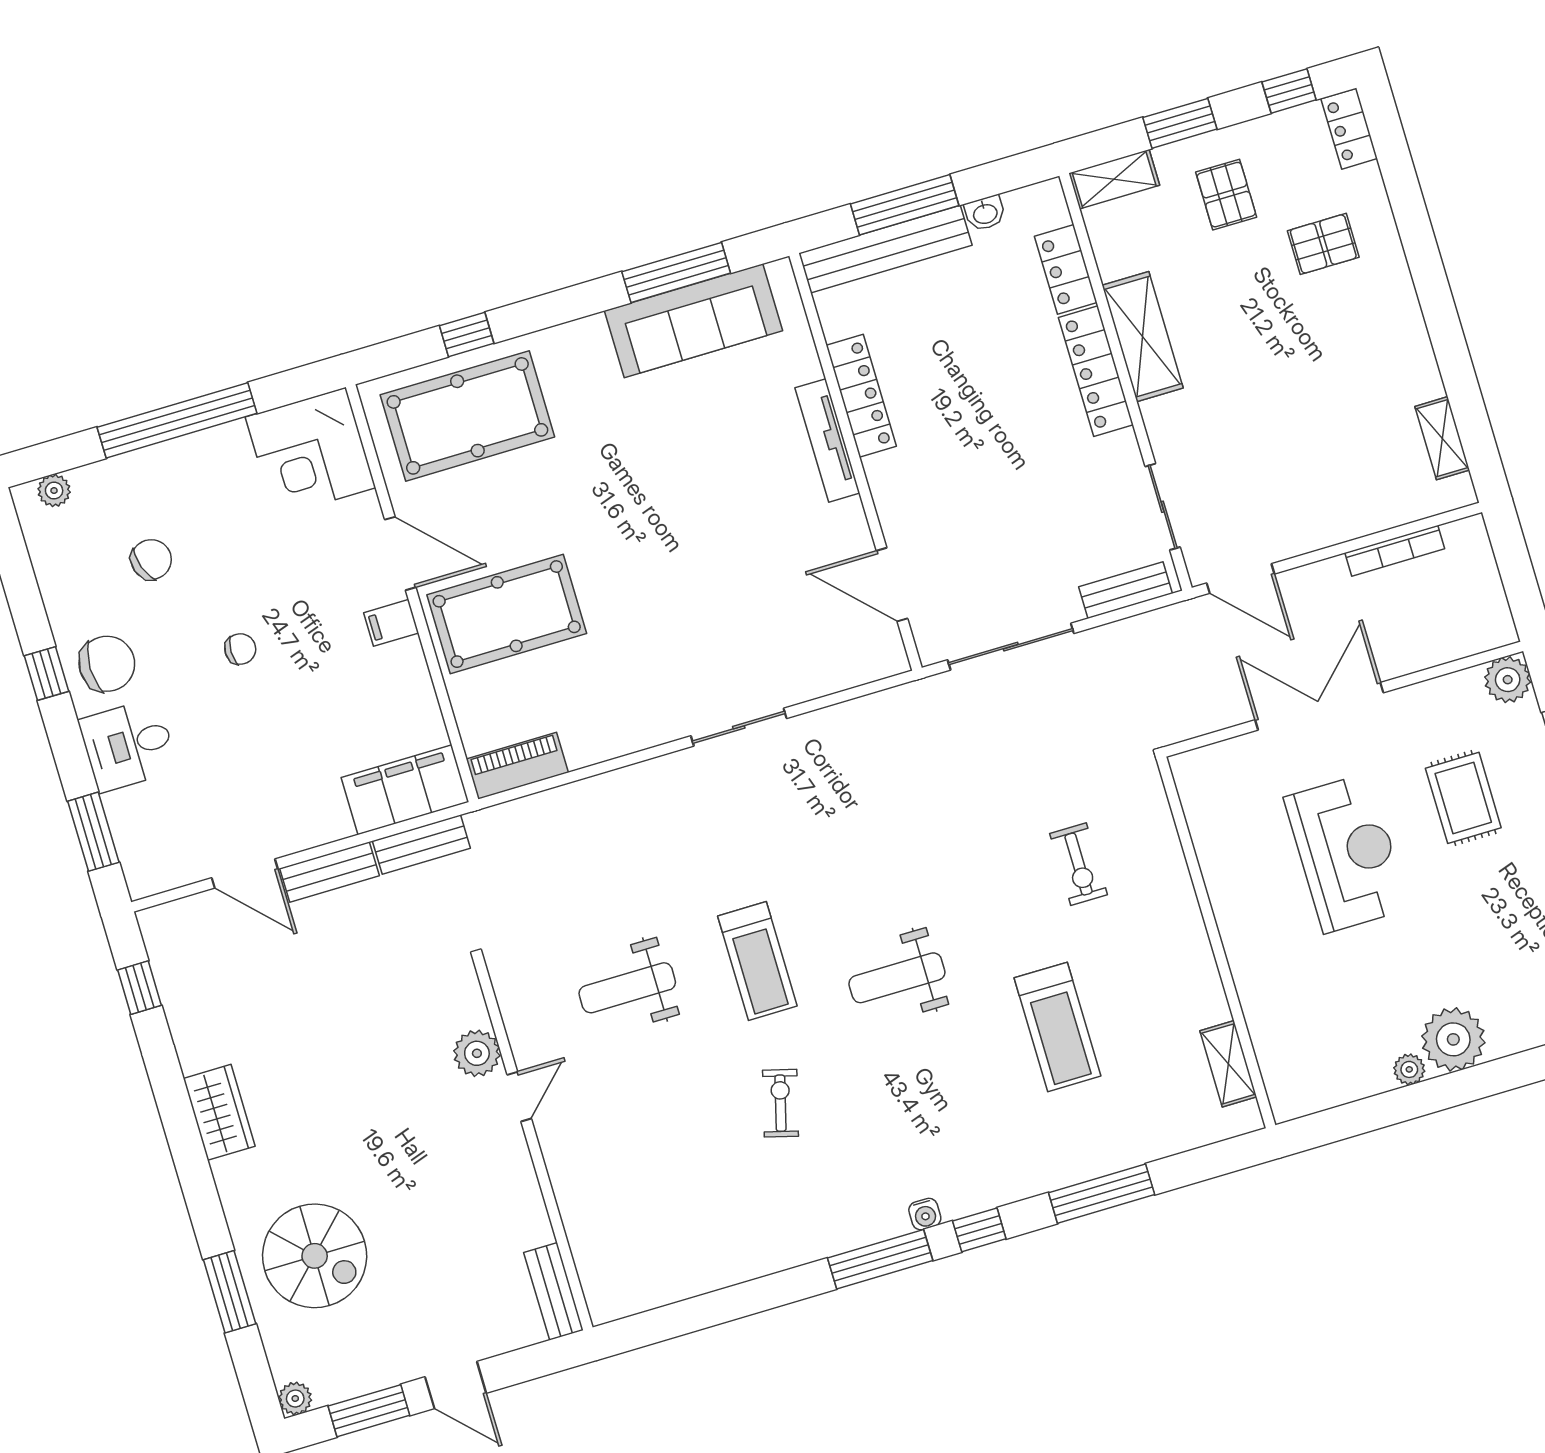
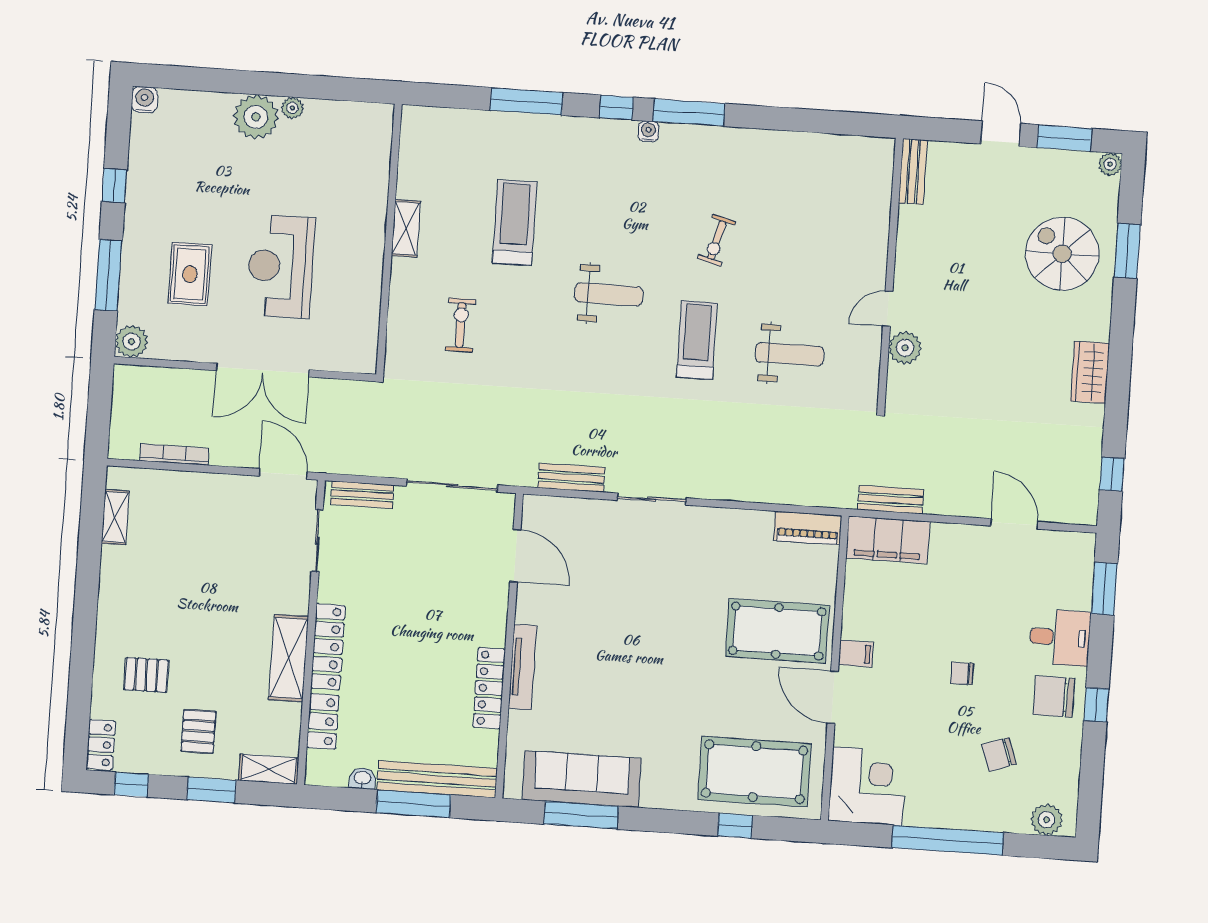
plant: (54, 491) -> (1047, 820), width x1.38, depth x1.38
bench: (330, 872) -> (571, 478), moved
shelving: (1228, 1064) -> (406, 228), moved

